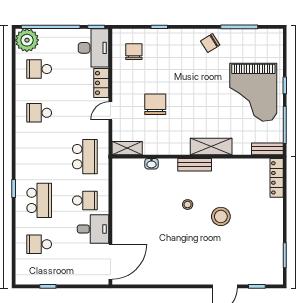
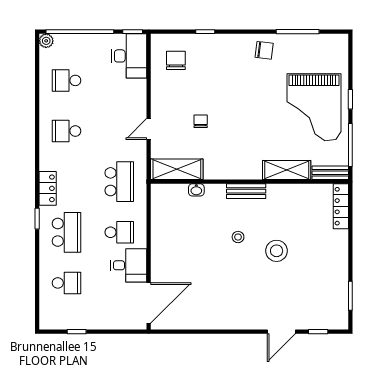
plant: (27, 40) -> (46, 41), width x0.53, depth x0.53
chair: (210, 43) -> (264, 50), turned -141
locker: (101, 83) -> (48, 188), moved, turned 180
chair: (155, 104) -> (201, 121), width x0.54, depth x0.54
shelving: (211, 147) -> (287, 170), moved
shelving: (127, 148) -> (177, 169), width x1.50, depth x1.33
school desk: (39, 244) -> (67, 283), turned 180

